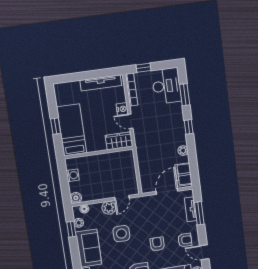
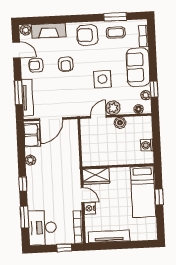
boiler: (76, 198) -> (120, 123), moved
tv unit: (191, 209) -> (27, 98), width x1.41

